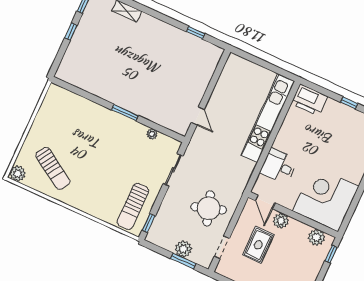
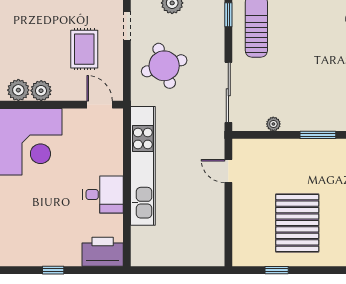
pallet: (167, 59) -> (297, 223), added
kitchen unit: (268, 118) -> (143, 166), moved
desk: (279, 166) -> (103, 194), moved
sliding door: (173, 170) -> (228, 92), width x1.37
plant: (281, 221) -> (41, 91), moved

